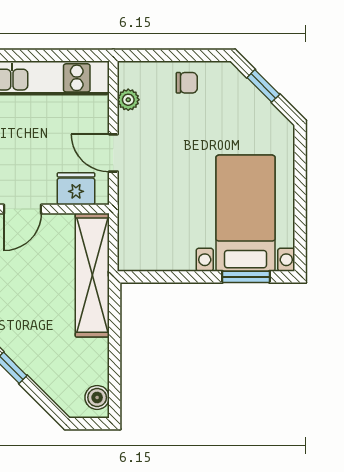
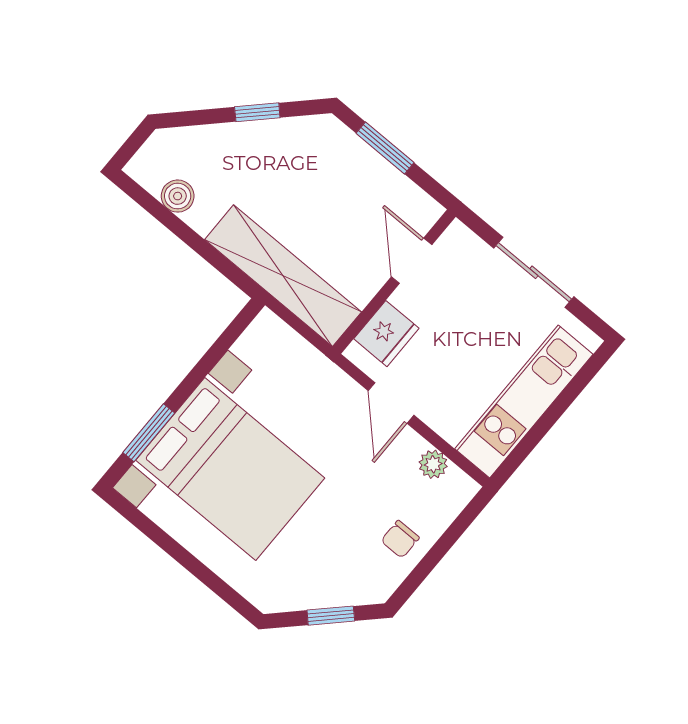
door: (113, 153) -> (391, 403), swing flipped
bed with nightstands: (245, 213) -> (230, 469), width x1.36
boiler: (97, 397) -> (178, 196), moved

